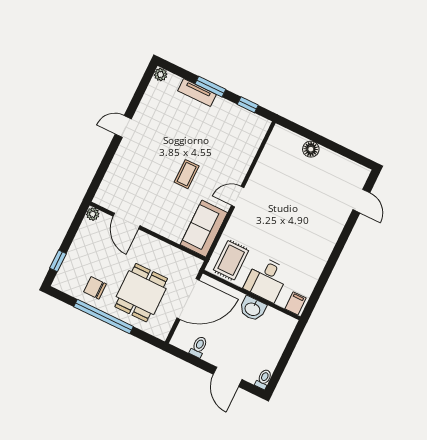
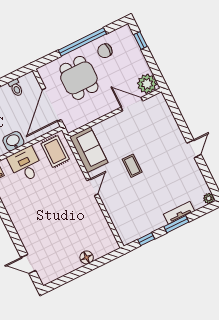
plant: (93, 214) -> (147, 84), width x1.88, depth x1.88
chair: (95, 288) -> (105, 51), turned 180

